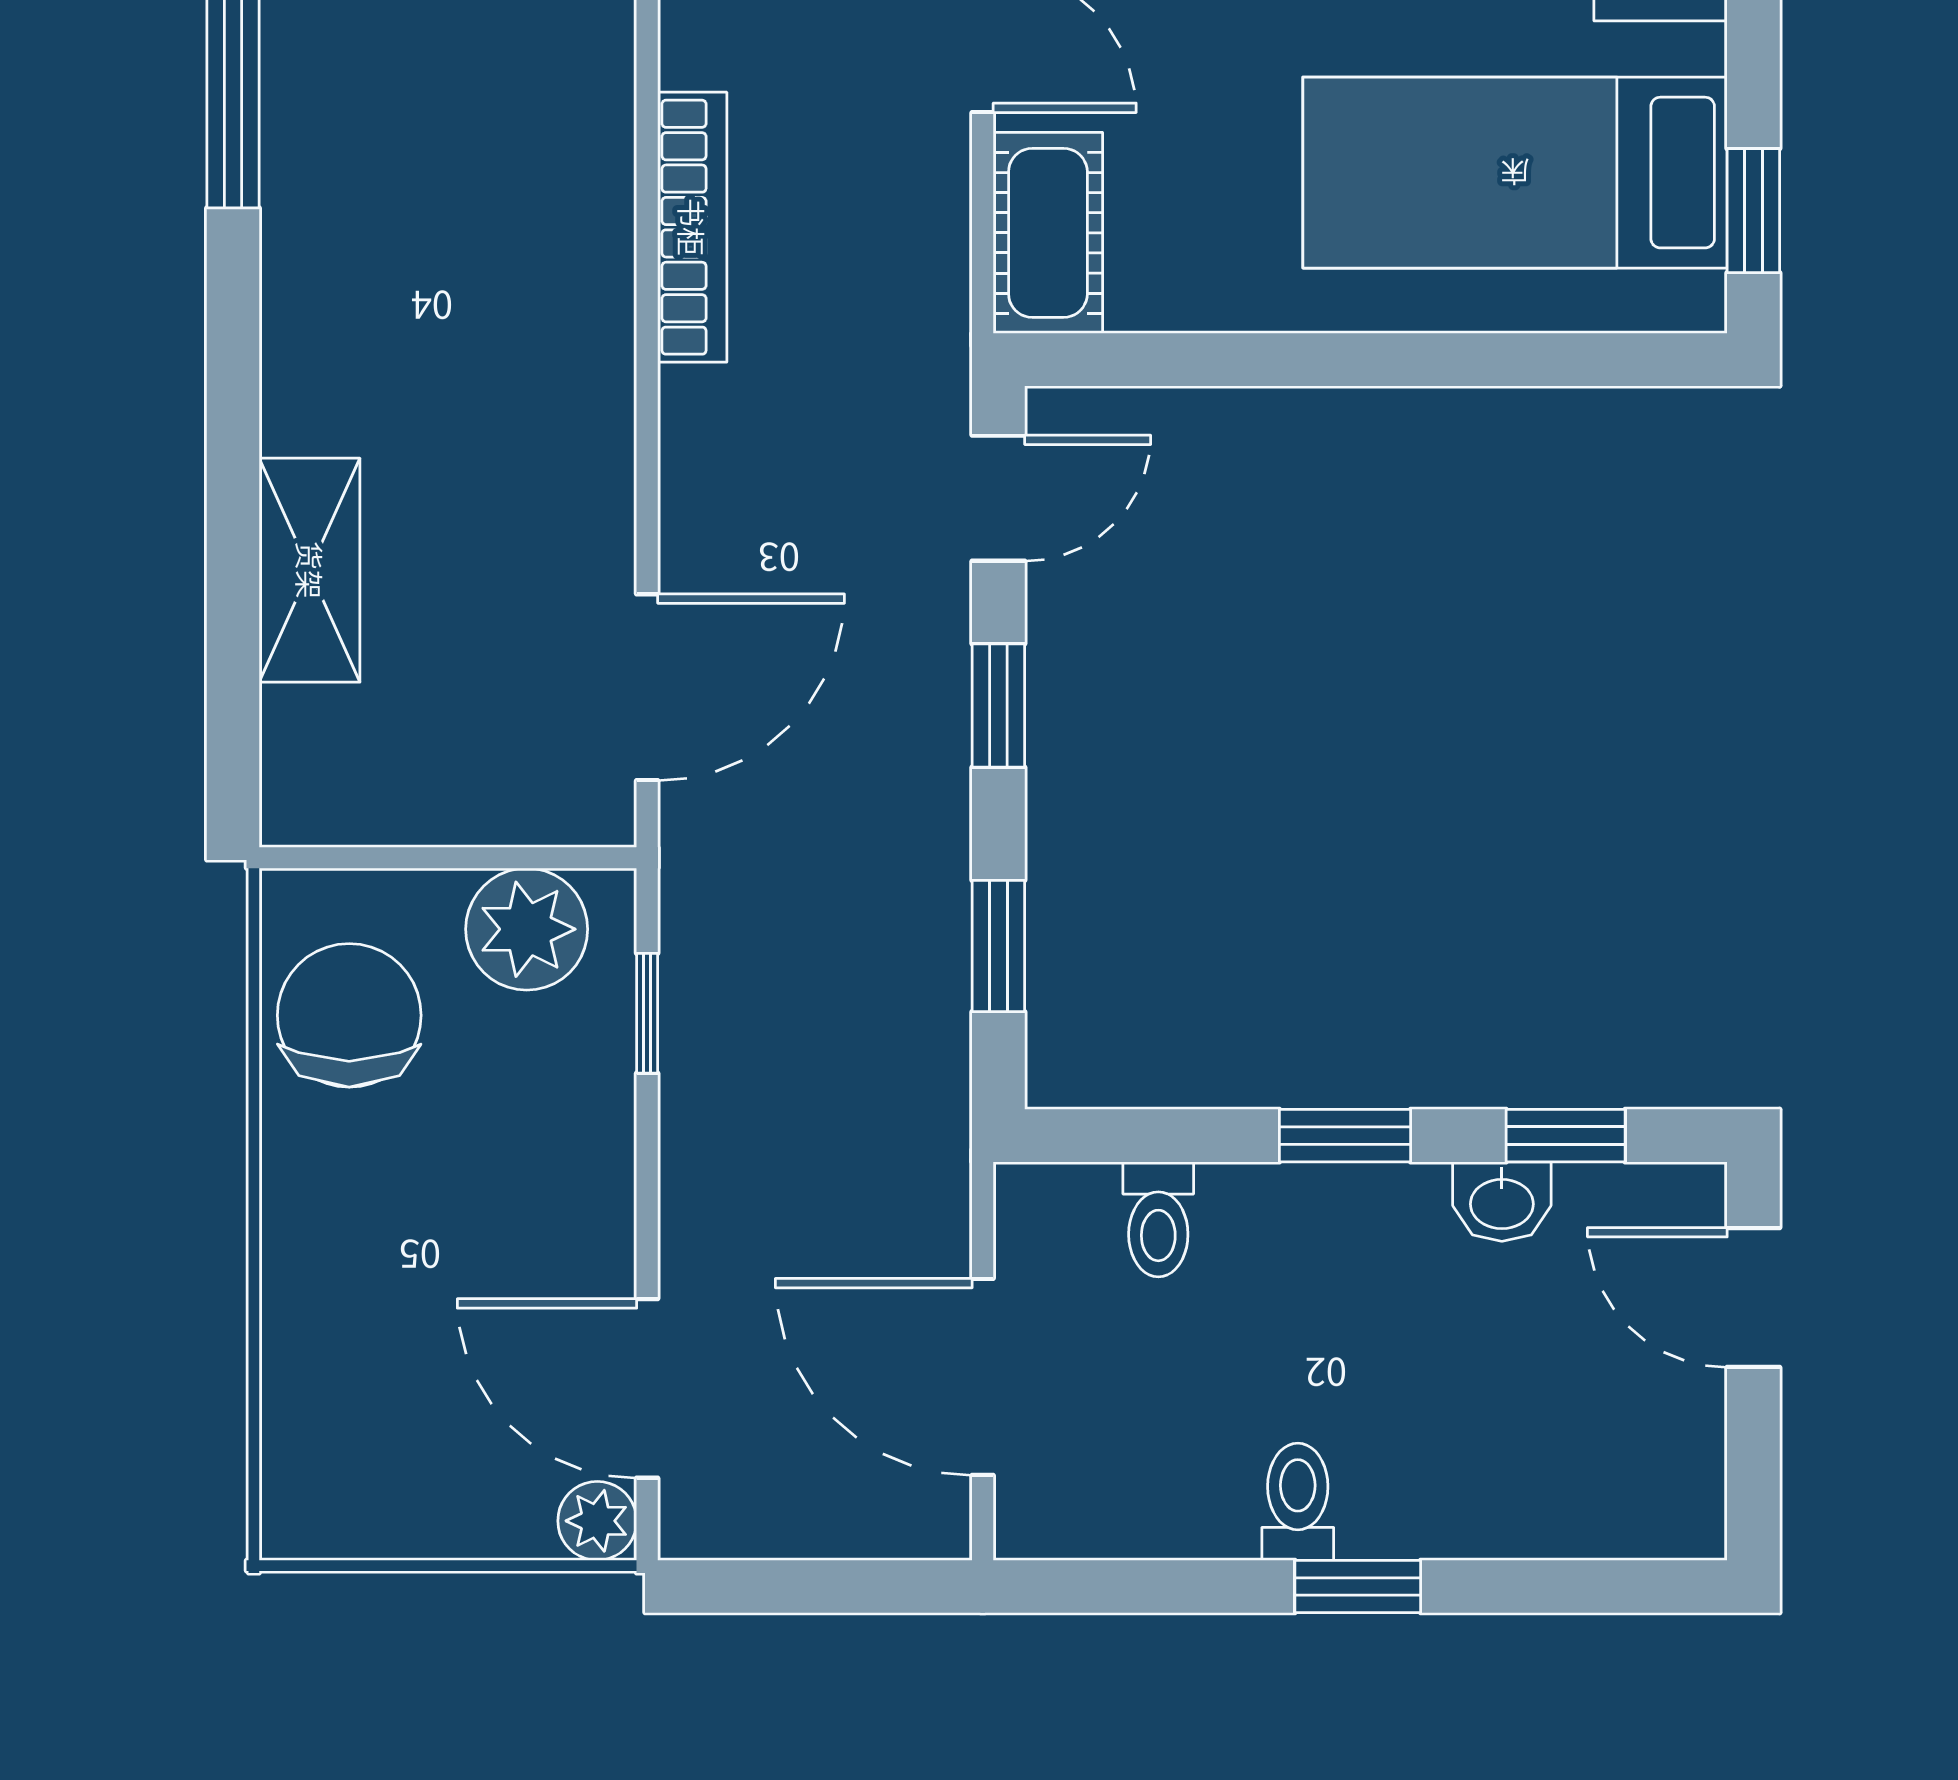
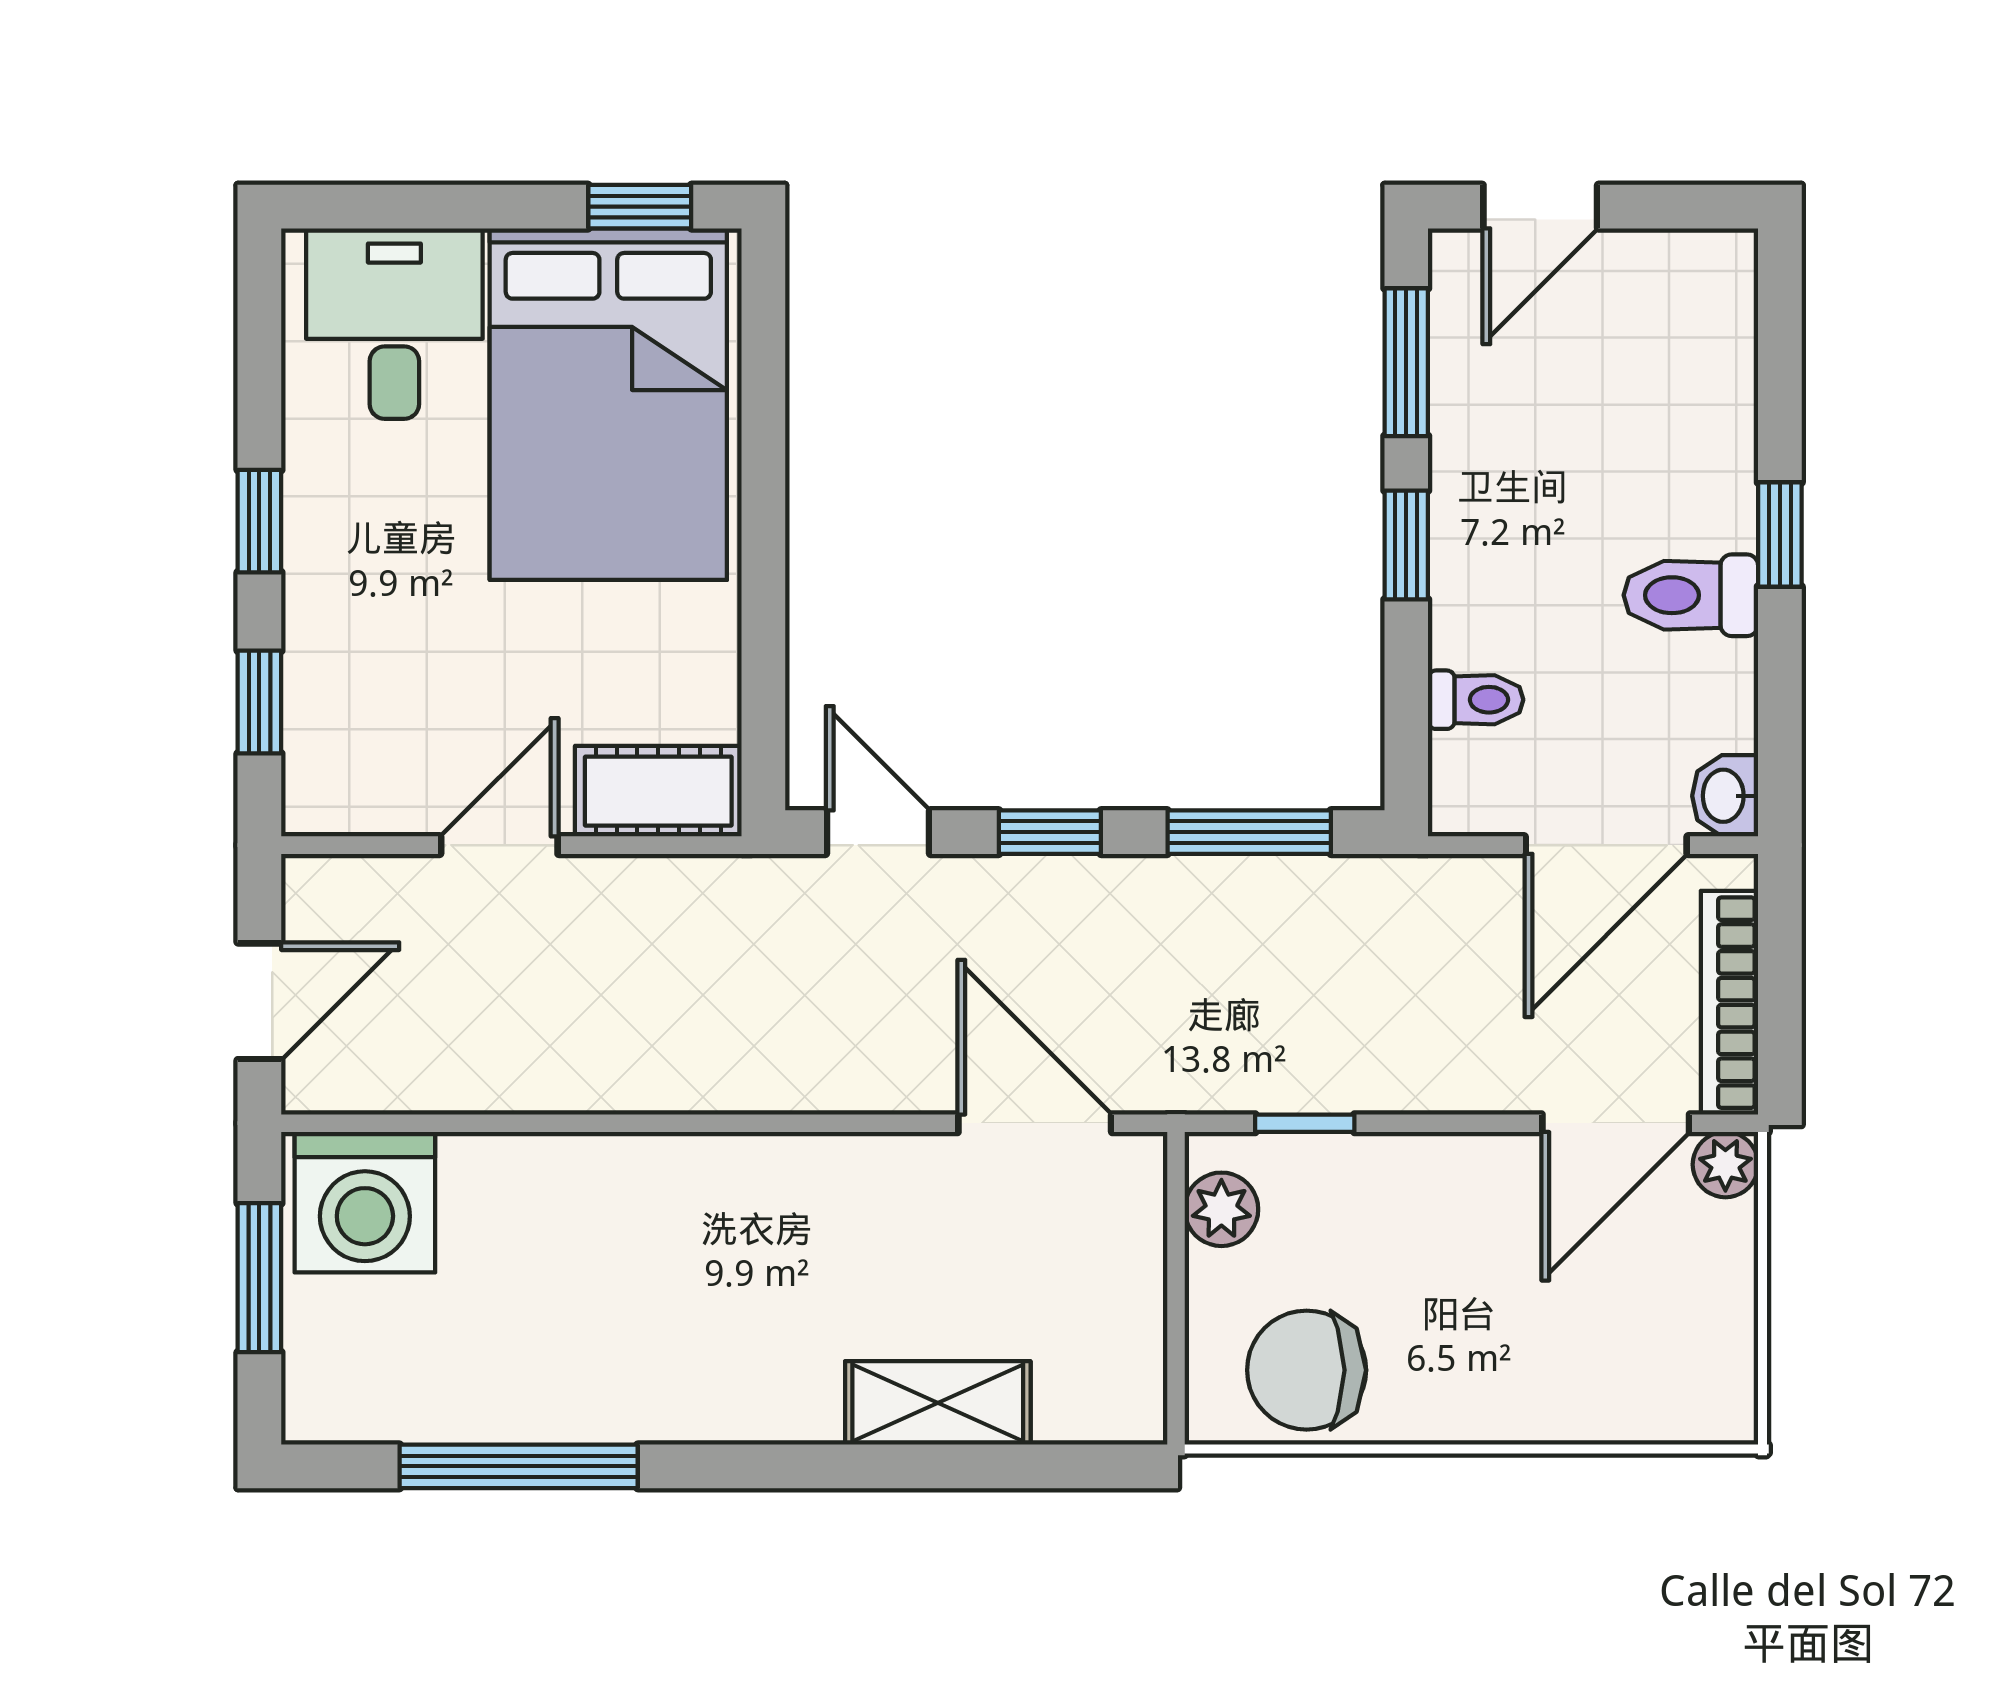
bed: (1515, 173) -> (608, 404), width x1.50
bookcase: (692, 227) -> (1729, 1003), moved, turned -90
plant: (527, 929) -> (1221, 1209), width x0.73, depth x0.73
window: (998, 946) -> (1249, 832), width x1.50
window: (1566, 1136) -> (1406, 362), width x1.50
washbasin: (1502, 1202) -> (1725, 796), moved, turned 180
toilet: (1298, 1502) -> (1691, 595), width x1.37, depth x1.39

